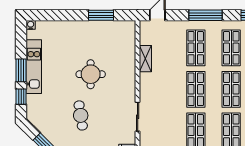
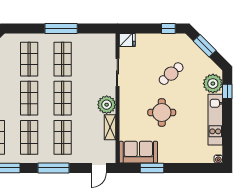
sofa: (115, 32) -> (138, 152), added
window: (21, 70) -> (227, 116), removed
plant: (149, 83) -> (107, 105), added
plant: (36, 105) -> (213, 84), added
cafe table: (81, 115) -> (171, 74), turned 58

